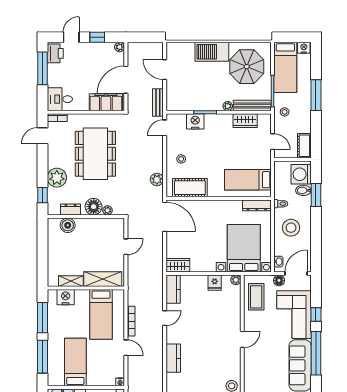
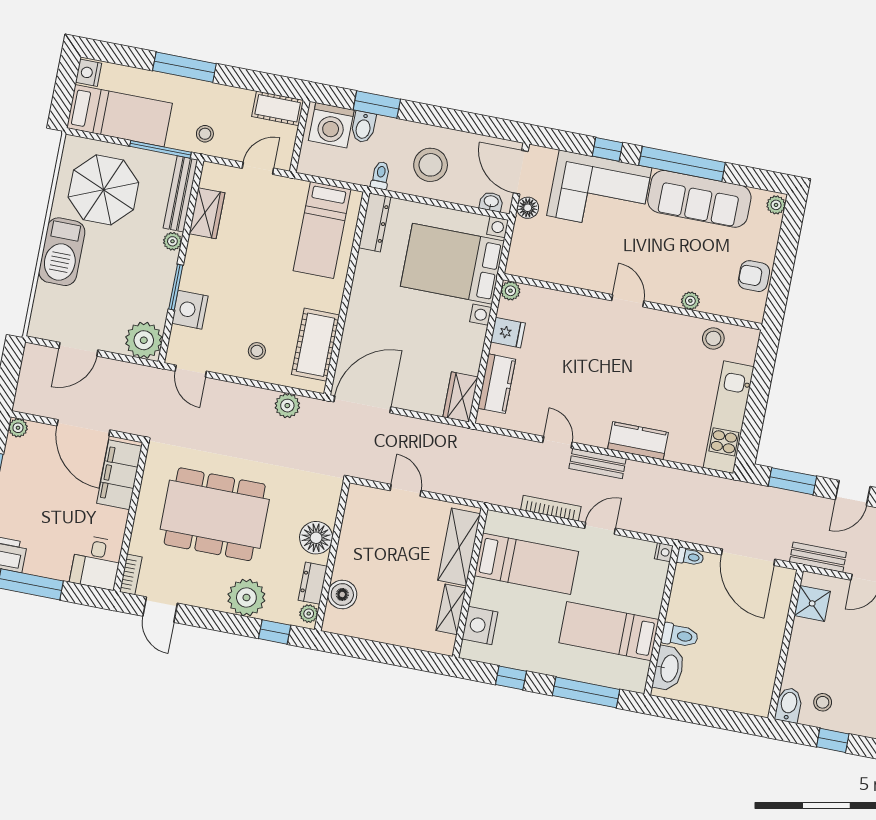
plant: (175, 101) -> (144, 340), added
bench: (158, 103) -> (597, 464), moved
plant: (108, 210) -> (309, 614), moved
kitchen counter: (173, 289) -> (497, 384), moved, turned 90
coffee table: (256, 297) -> (551, 258), removed
window: (42, 318) -> (511, 678), width x0.46
plant: (248, 371) -> (690, 301), added

